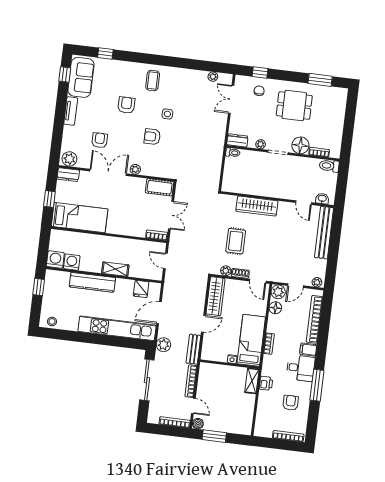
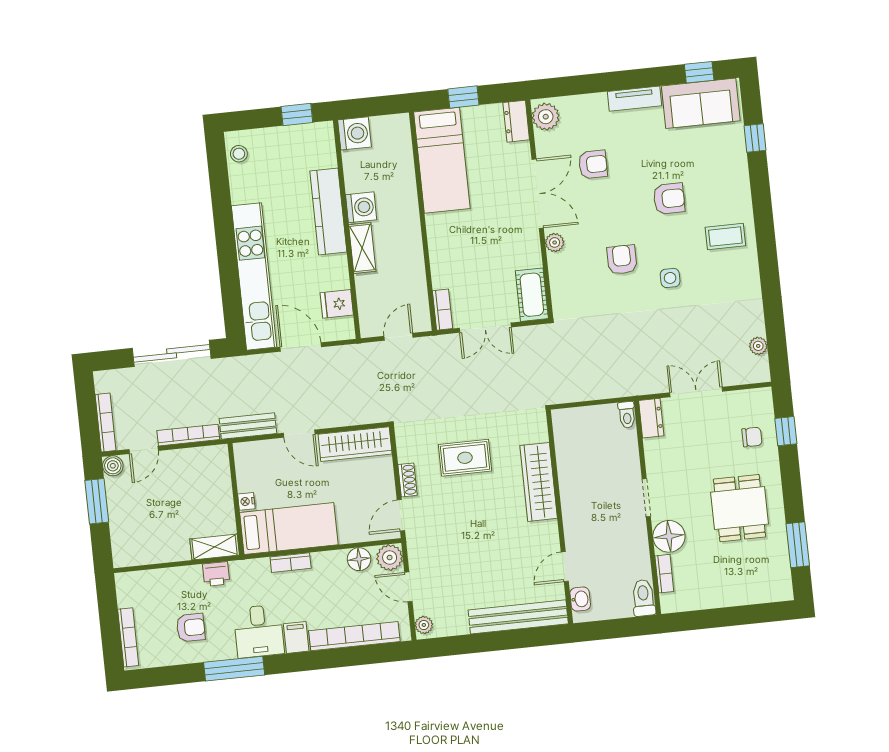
double door: (231, 99) -> (696, 392), moved
plant: (261, 144) -> (654, 462), removed
washing machine: (72, 262) -> (361, 207), moved
plant: (226, 271) -> (406, 452), removed
plant: (163, 345) -> (244, 369), removed

